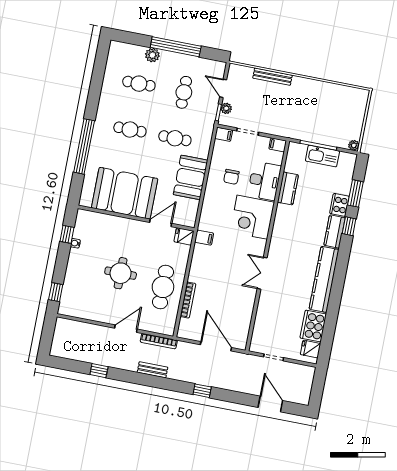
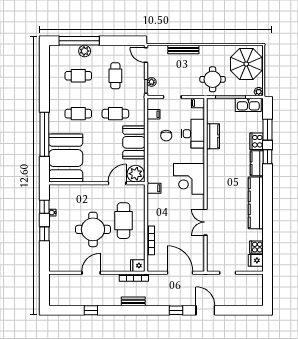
window: (176, 47) -> (79, 41), moved
door: (223, 88) -> (146, 55), moved
parasol: (345, 109) -> (246, 64), added
round table: (301, 119) -> (213, 79), added
filing cabinet: (224, 134) -> (154, 114), moved
kitchen sink: (322, 156) -> (248, 105), moved
booth: (125, 193) -> (66, 158), moved, turned 90
plant: (185, 216) -> (136, 174), added
corner desk: (252, 217) -> (189, 179), moved
fridge: (184, 236) -> (138, 266), moved
round table: (121, 273) -> (93, 229), width x1.36, depth x1.36
double door: (262, 273) -> (206, 222), moved
cafe table: (163, 287) -> (124, 221), moved
window: (56, 292) -> (44, 234), moved
cooker: (313, 326) -> (256, 247), width x0.53, depth x0.76
door: (126, 329) -> (91, 273), moved
door: (270, 404) -> (205, 310), moved

